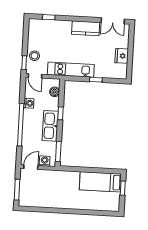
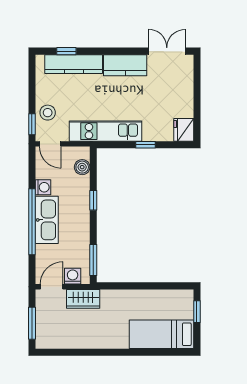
double door: (113, 21) -> (167, 51), swing flipped
kitchen counter: (53, 26) -> (74, 64), added
fridge: (122, 56) -> (184, 130), moved
kitchen sink: (50, 126) -> (47, 220), moved, turned 180
wardrobe: (50, 176) -> (83, 299), added
bed: (100, 182) -> (161, 334), moved

